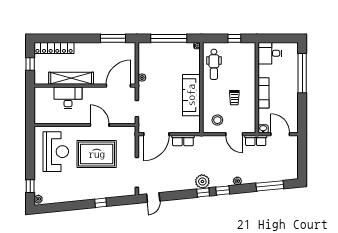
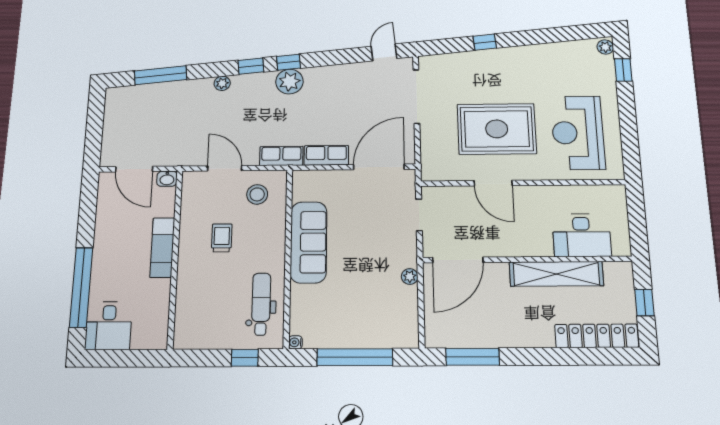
window: (234, 38) -> (245, 358), moved
desk: (270, 53) -> (109, 326), moved, turned 90
desk: (68, 98) -> (582, 235), moved
row of seats: (256, 140) -> (281, 156), moved

